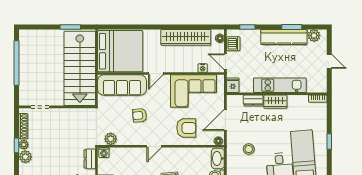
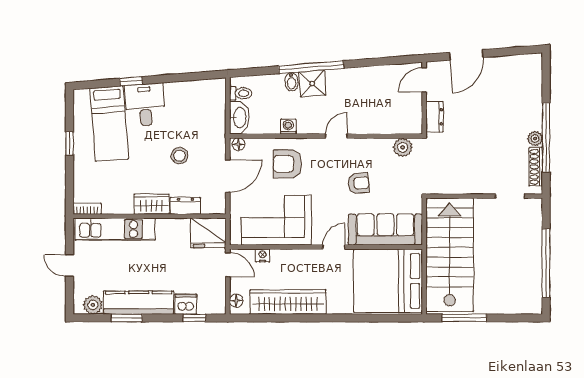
window: (70, 27) -> (464, 318), width x1.44
dishwasher: (233, 44) -> (186, 304), moved, turned 90
fridge: (233, 85) -> (208, 233), width x1.88, depth x1.34
kitchen unit: (280, 85) -> (115, 229), moved
window: (17, 145) -> (546, 137), width x3.17
stool: (249, 149) -> (180, 156), moved
washing machine: (104, 152) -> (288, 127), moved
plant: (25, 157) -> (533, 120), removed

